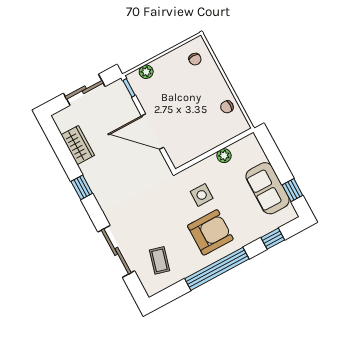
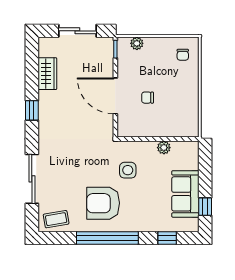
chair: (227, 107) -> (148, 98), moved
armchair: (210, 232) -> (103, 203), moved, turned 180
coffee table: (160, 260) -> (56, 219), moved, turned 65

